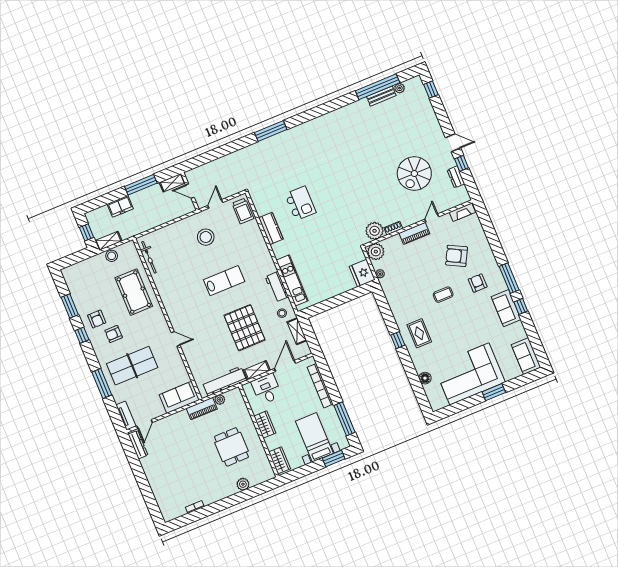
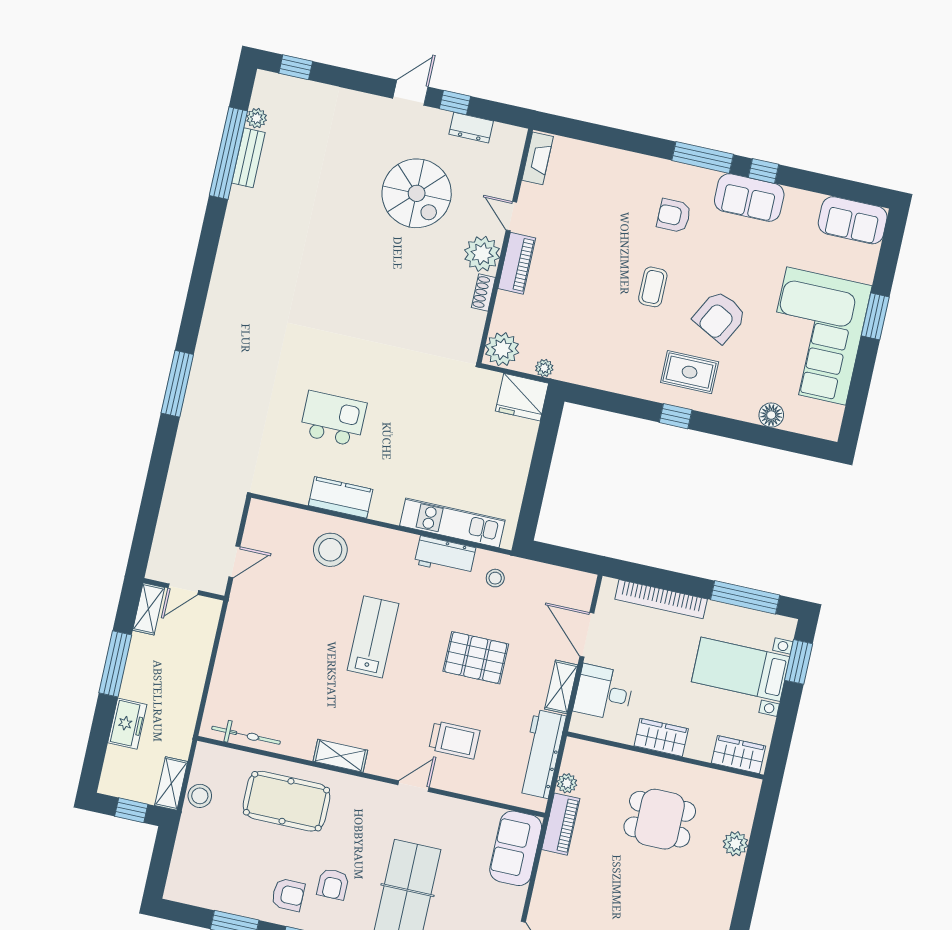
door: (215, 204) -> (234, 562), swing flipped
trolley: (243, 211) -> (454, 740), moved
plant: (375, 231) -> (482, 254), moved
stool: (206, 237) -> (330, 550), moved
armchair: (457, 256) -> (720, 317), moved
pallet: (245, 328) -> (476, 658), width x0.73, depth x0.71
shelving: (297, 331) -> (340, 756), moved

